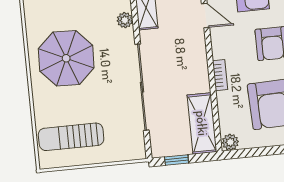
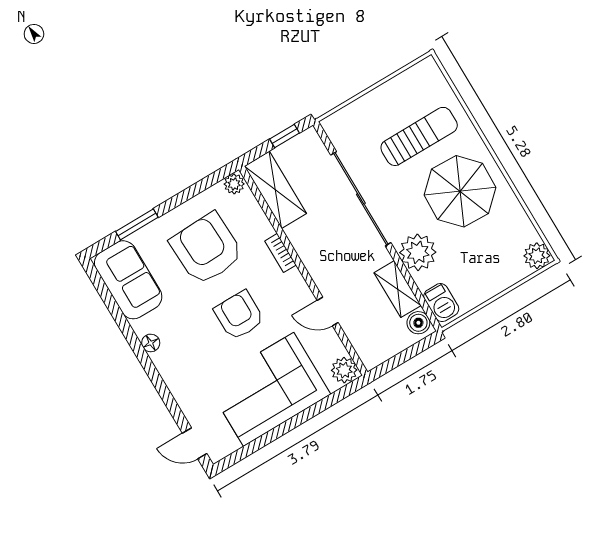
plant: (125, 20) -> (418, 252), width x1.88, depth x1.88
sun lounger: (71, 137) -> (419, 136), moved

